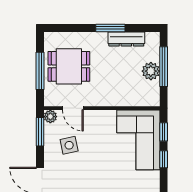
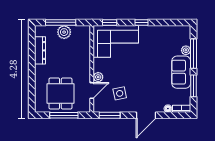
window: (110, 28) -> (32, 62), removed
plant: (50, 117) -> (98, 77), moved
window: (164, 159) -> (141, 22), moved

